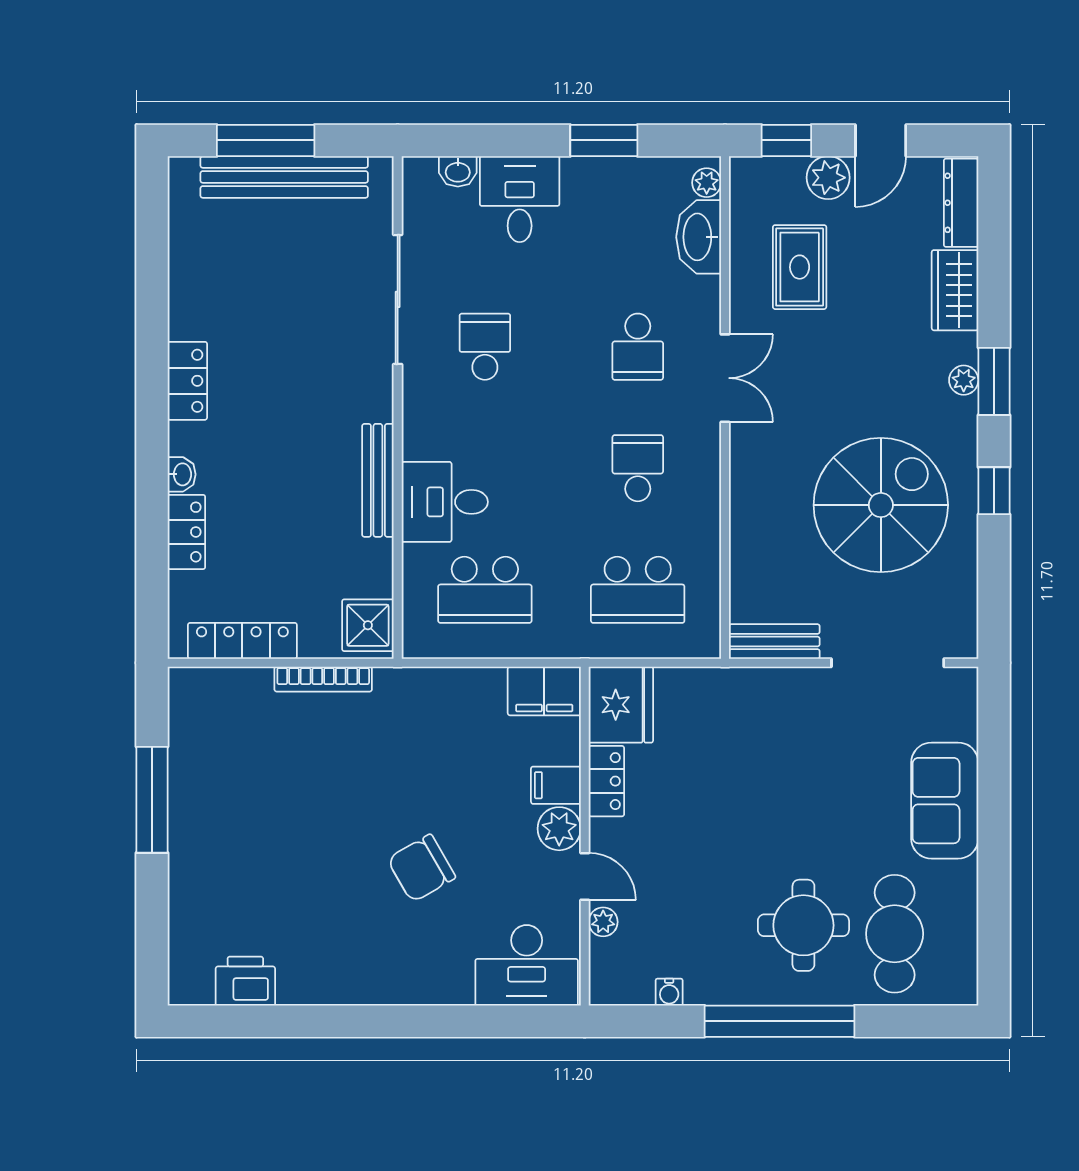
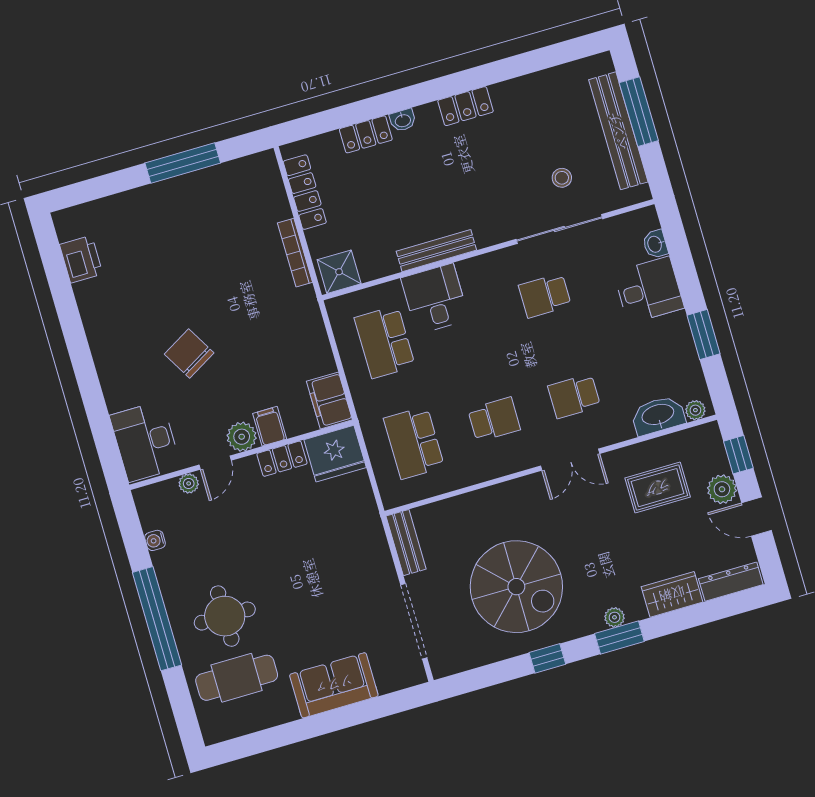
stool: (327, 275) -> (562, 178), added
school desk: (485, 347) -> (545, 296), turned 180

